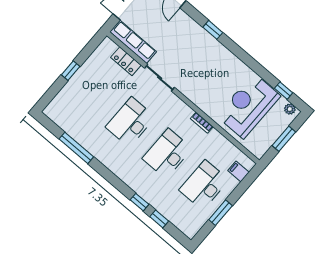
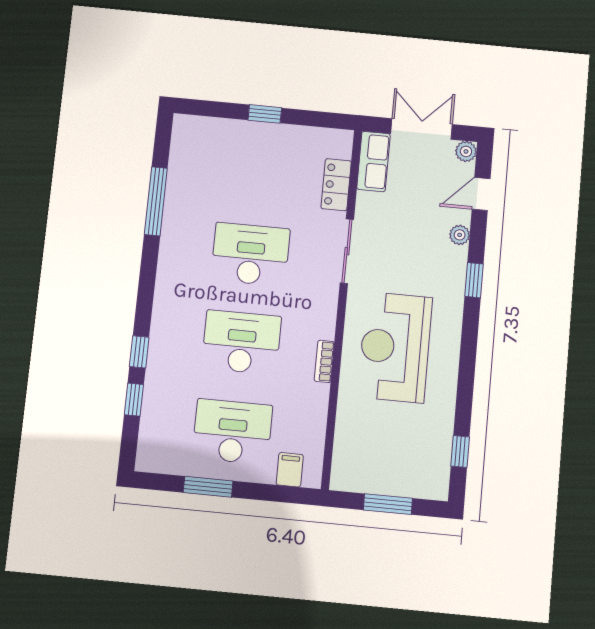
row of seats: (133, 42) -> (373, 161), width x0.68
reception desk: (248, 106) -> (395, 347), moved, turned -90
plant: (290, 109) -> (460, 235), moved

